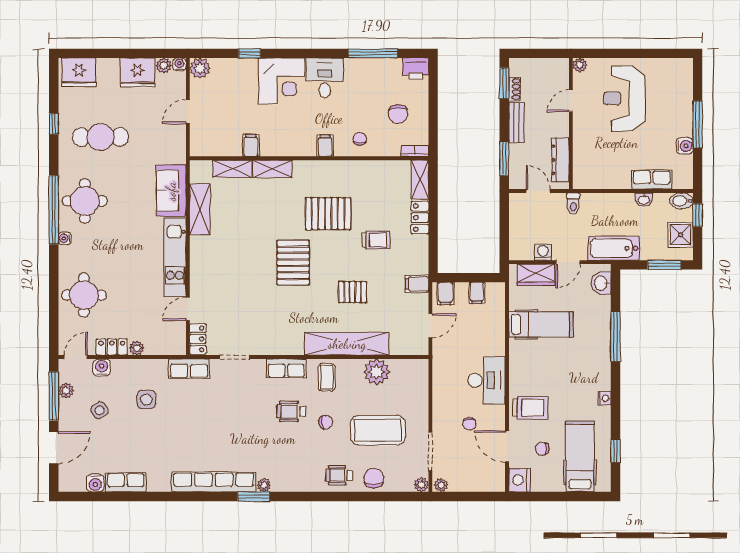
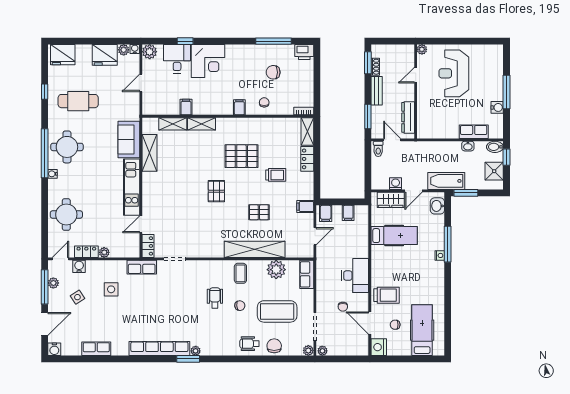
desk: (325, 78) -> (177, 59), moved
chair: (398, 114) -> (273, 72), moved, turned 90
toilet: (573, 204) -> (378, 149), moved
pallet: (293, 263) -> (216, 191), width x0.67, depth x0.71
window: (664, 265) -> (466, 193), moved
row of seats: (286, 368) -> (307, 274), moved, turned 90
nightstand: (604, 398) -> (440, 255), moved
wheelchair: (291, 411) -> (215, 298), turned 90
window: (616, 451) -> (448, 326), removed
water cooler: (95, 483) -> (54, 349), moved

